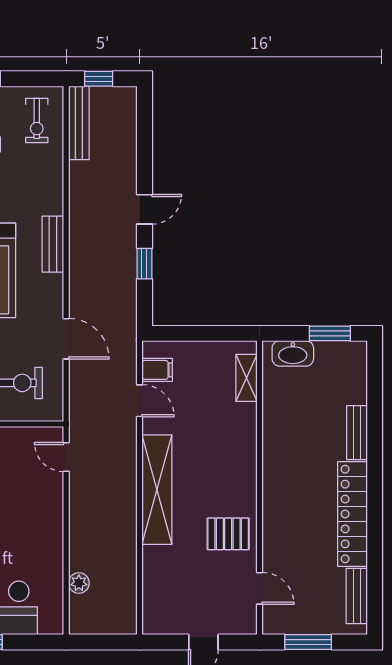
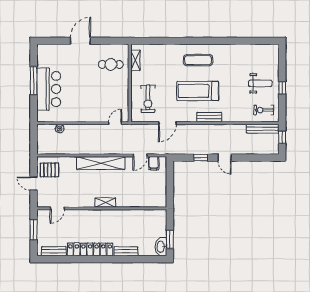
washbasin: (293, 353) -> (161, 247), moved
shelving: (247, 378) -> (105, 203), moved
pallet: (228, 534) -> (49, 170), moved, turned 90

